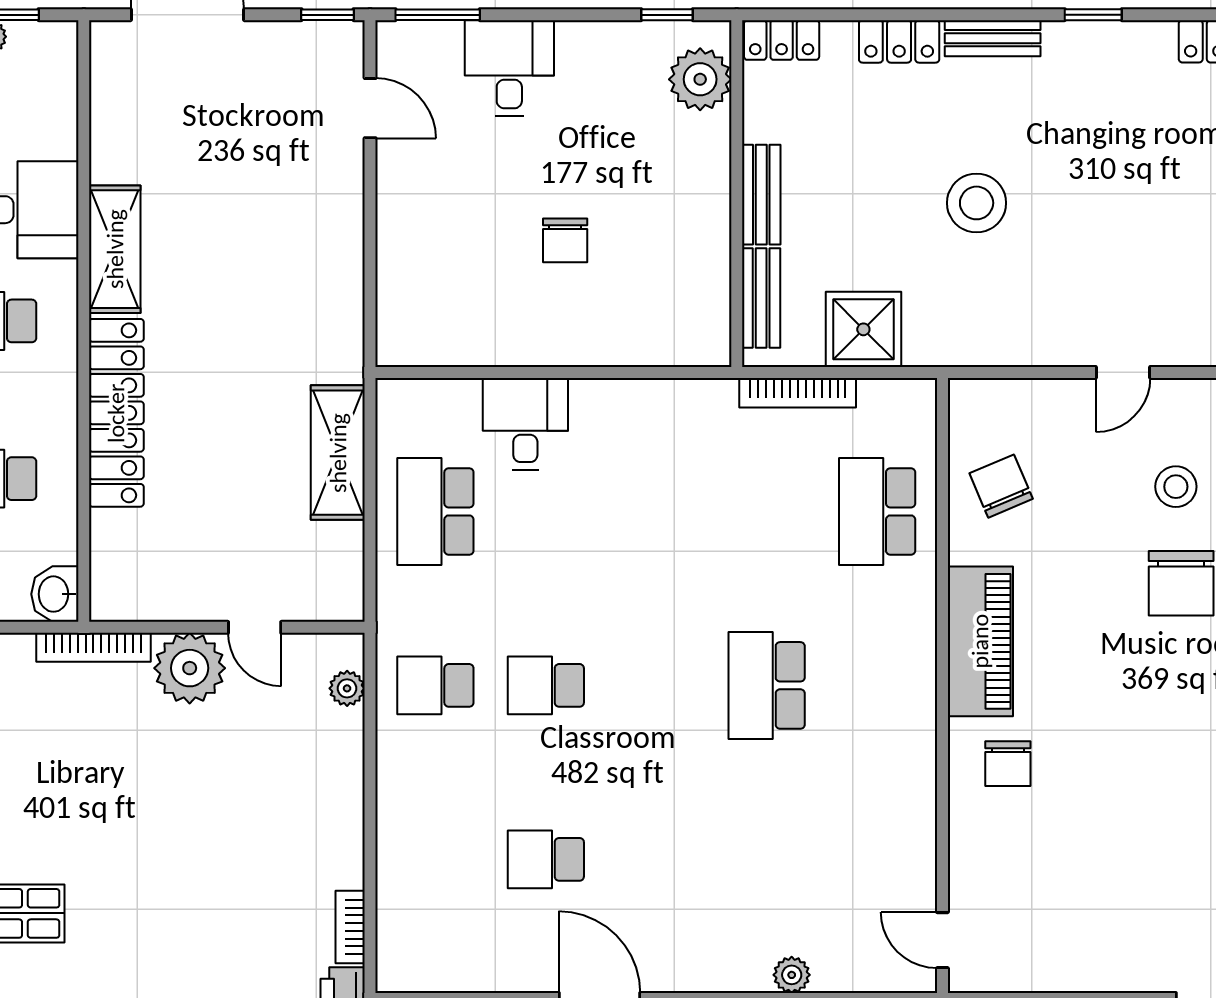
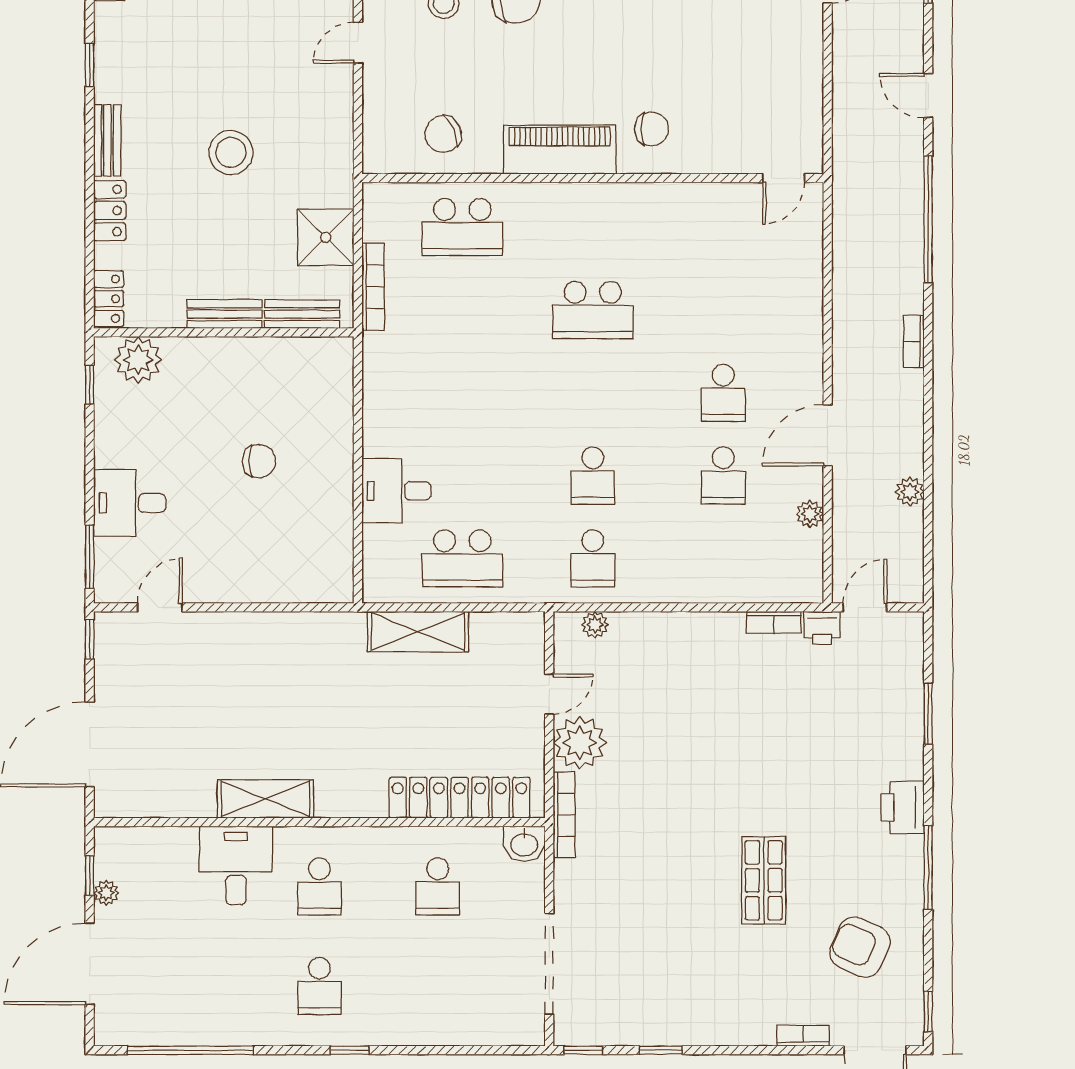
door: (1123, 372) -> (358, 43), swing flipped
locker: (116, 413) -> (460, 798), moved
school desk: (656, 859) -> (723, 393), added
plant: (792, 975) -> (810, 514), moved

